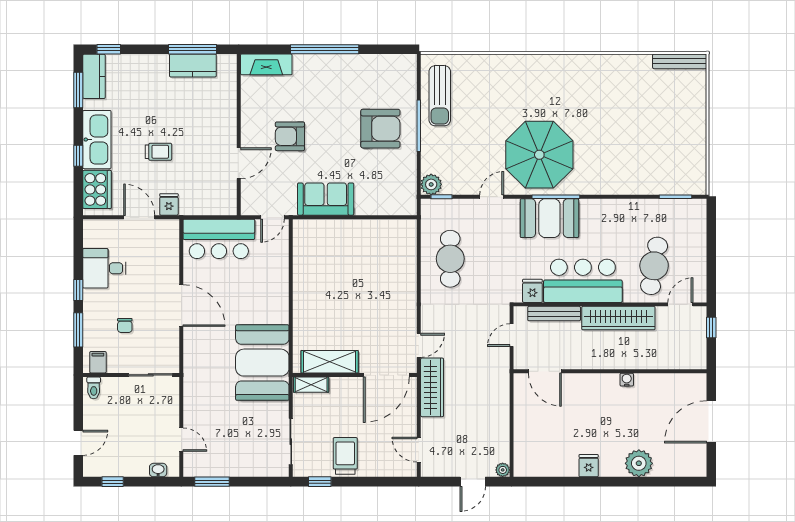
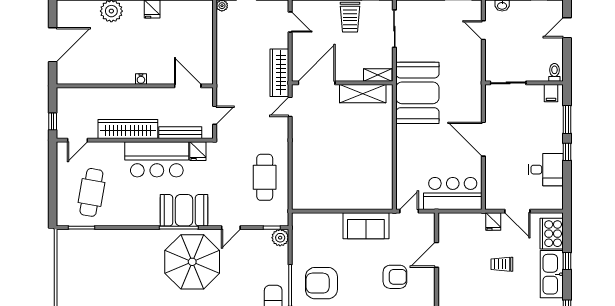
cafe table: (654, 266) -> (91, 192), moved
chair: (125, 325) -> (529, 123), removed
water cooler: (627, 380) -> (141, 79), moved

